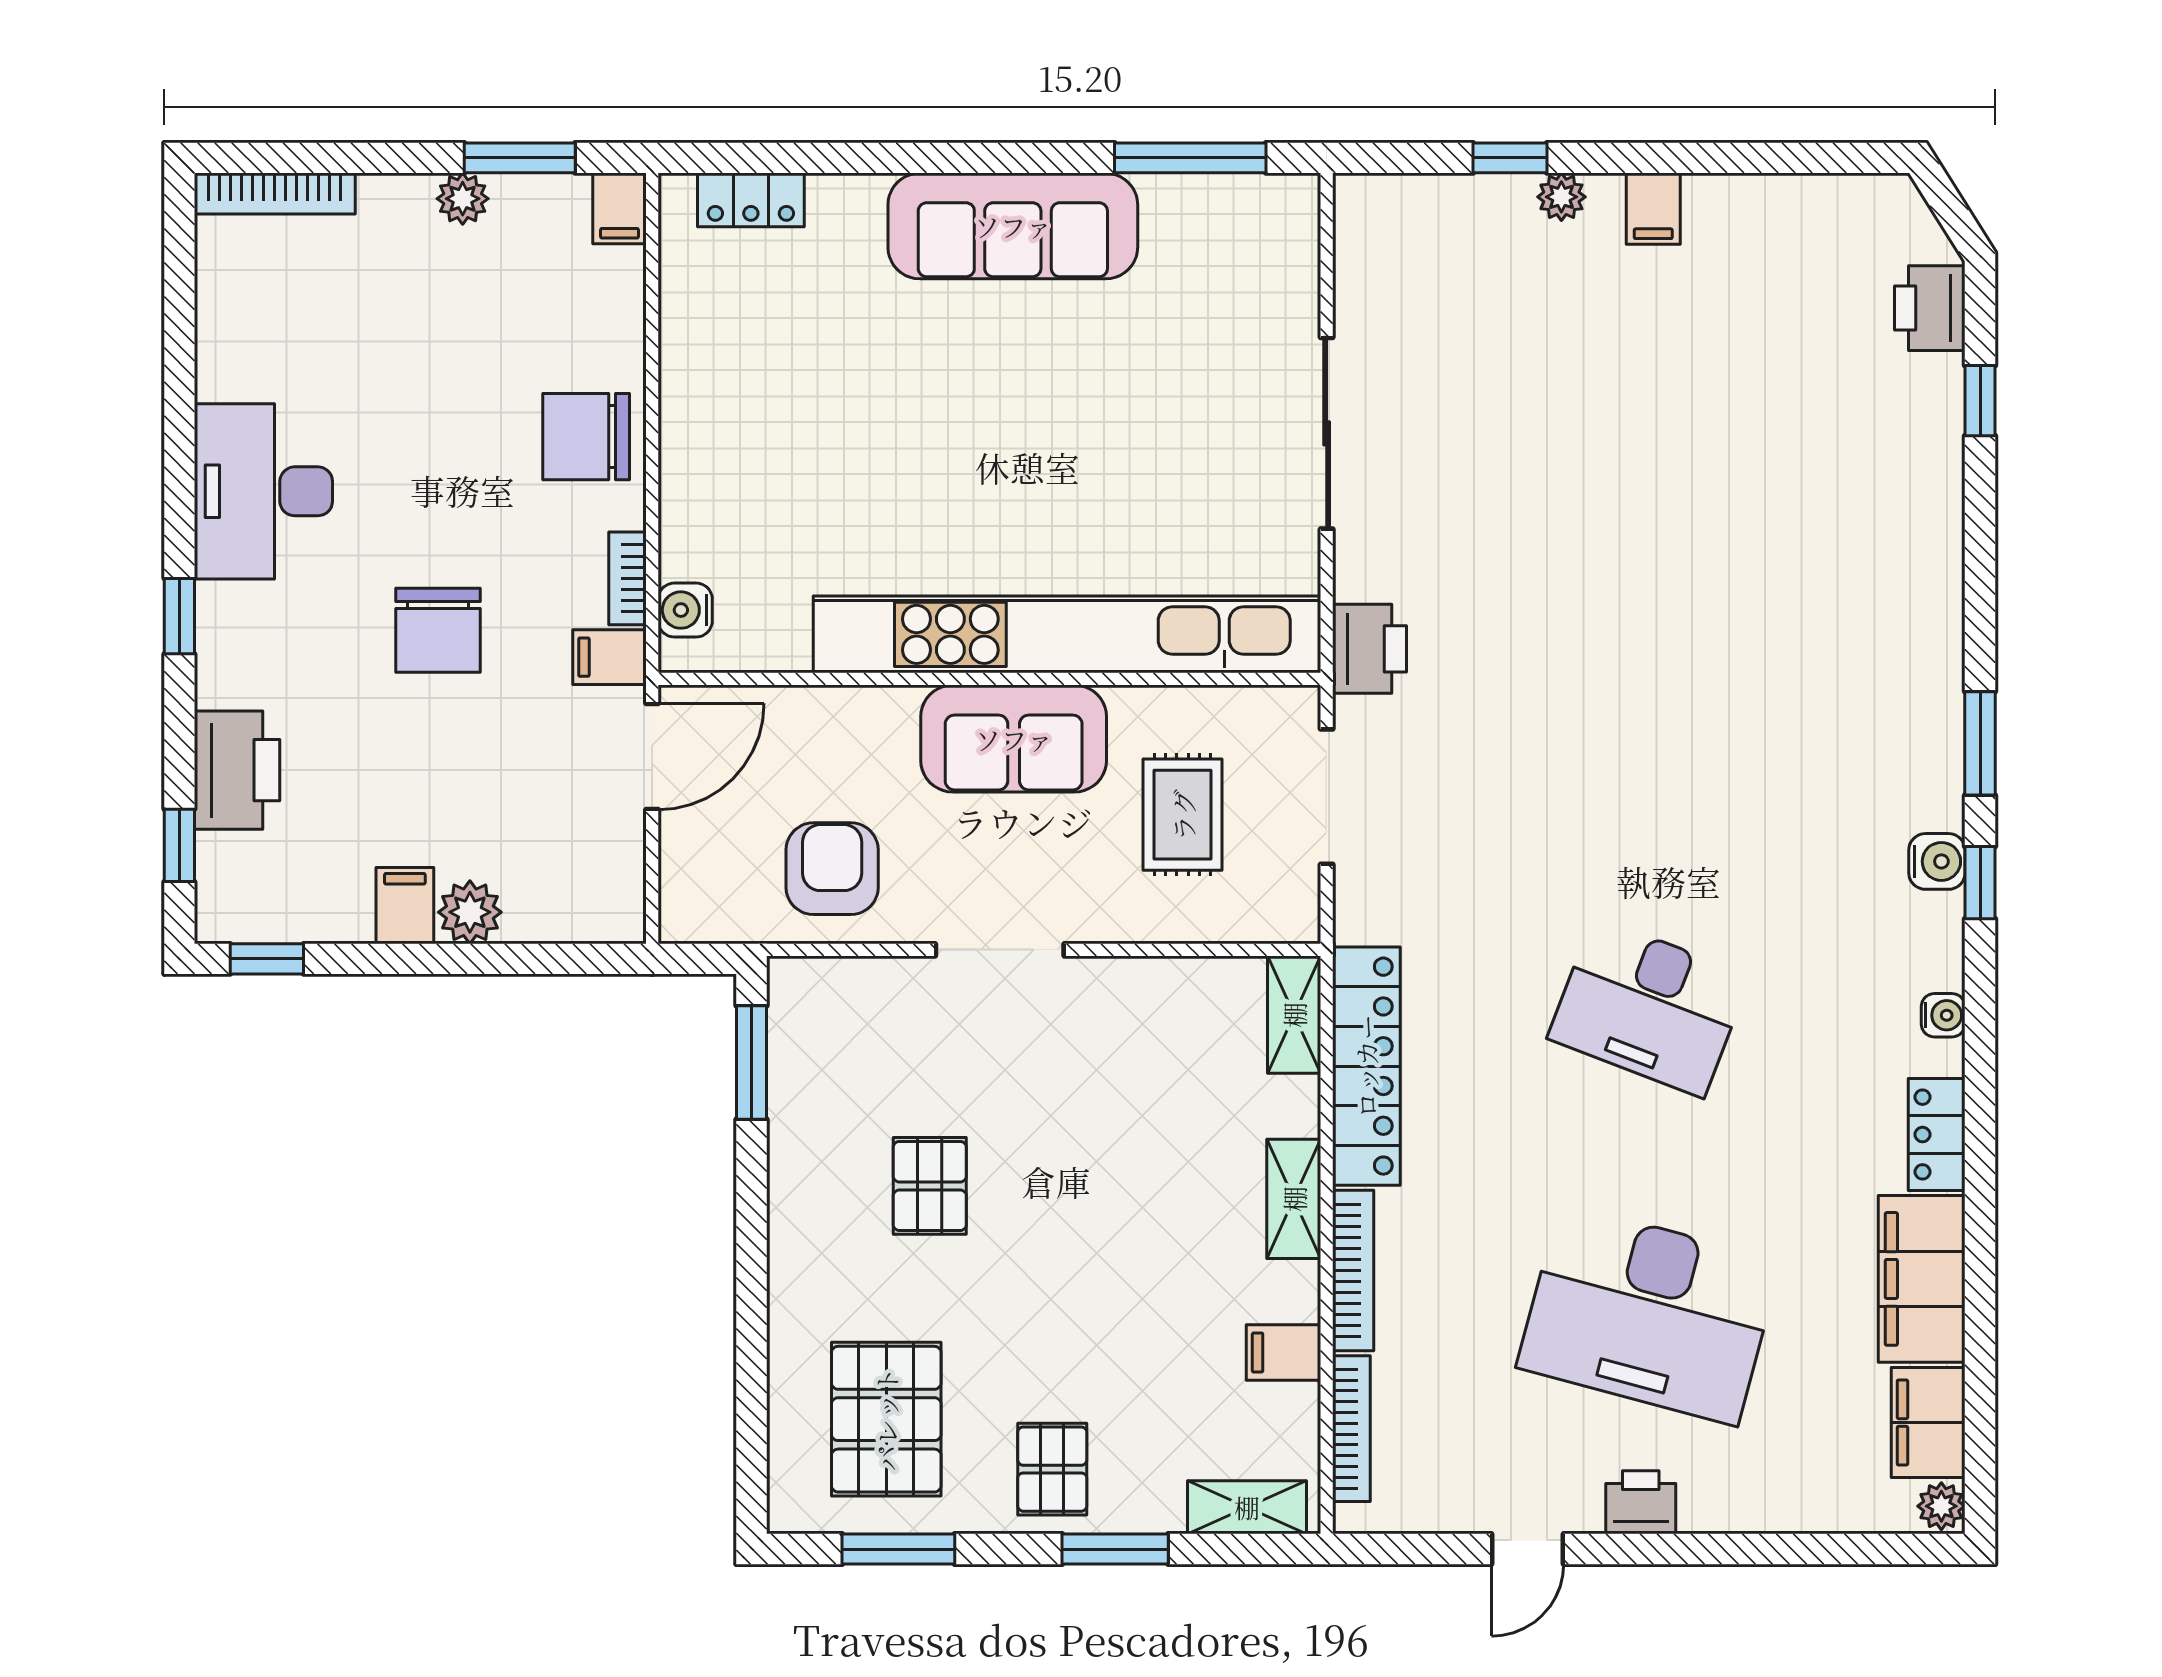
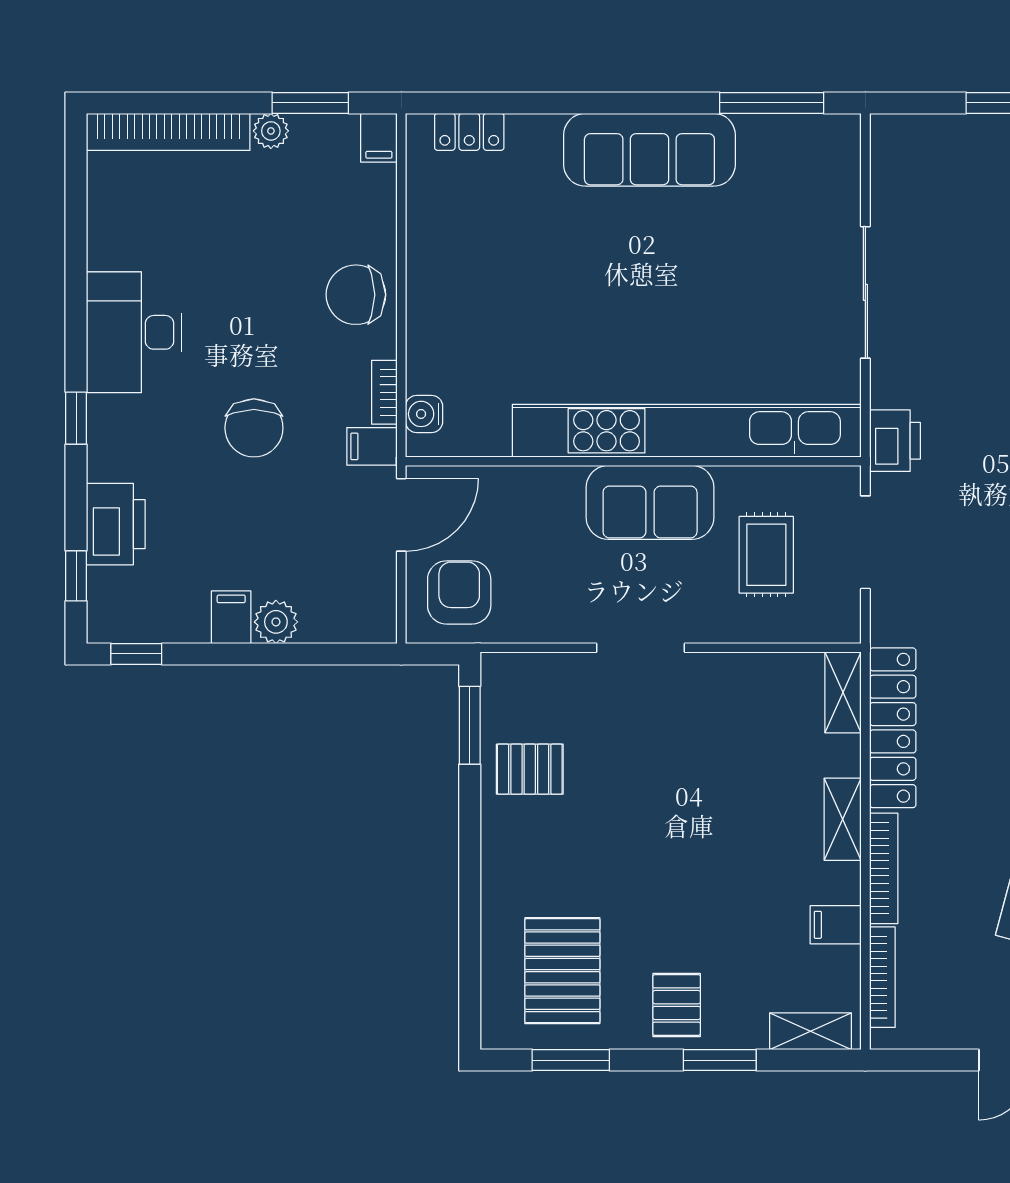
bookcase: (275, 194) -> (168, 132), width x1.48, depth x1.31
armchair: (832, 869) -> (459, 592), moved
pallet: (930, 1186) -> (530, 769), moved, turned 90

